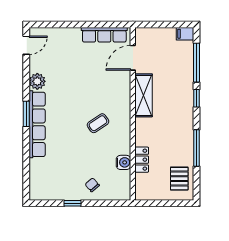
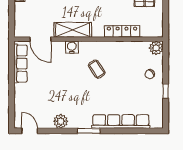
row of seats: (37, 124) -> (121, 122), moved
locker: (142, 160) -> (122, 31), width x1.53
water cooler: (123, 162) -> (72, 47), moved
plant: (123, 192) -> (156, 48), added

